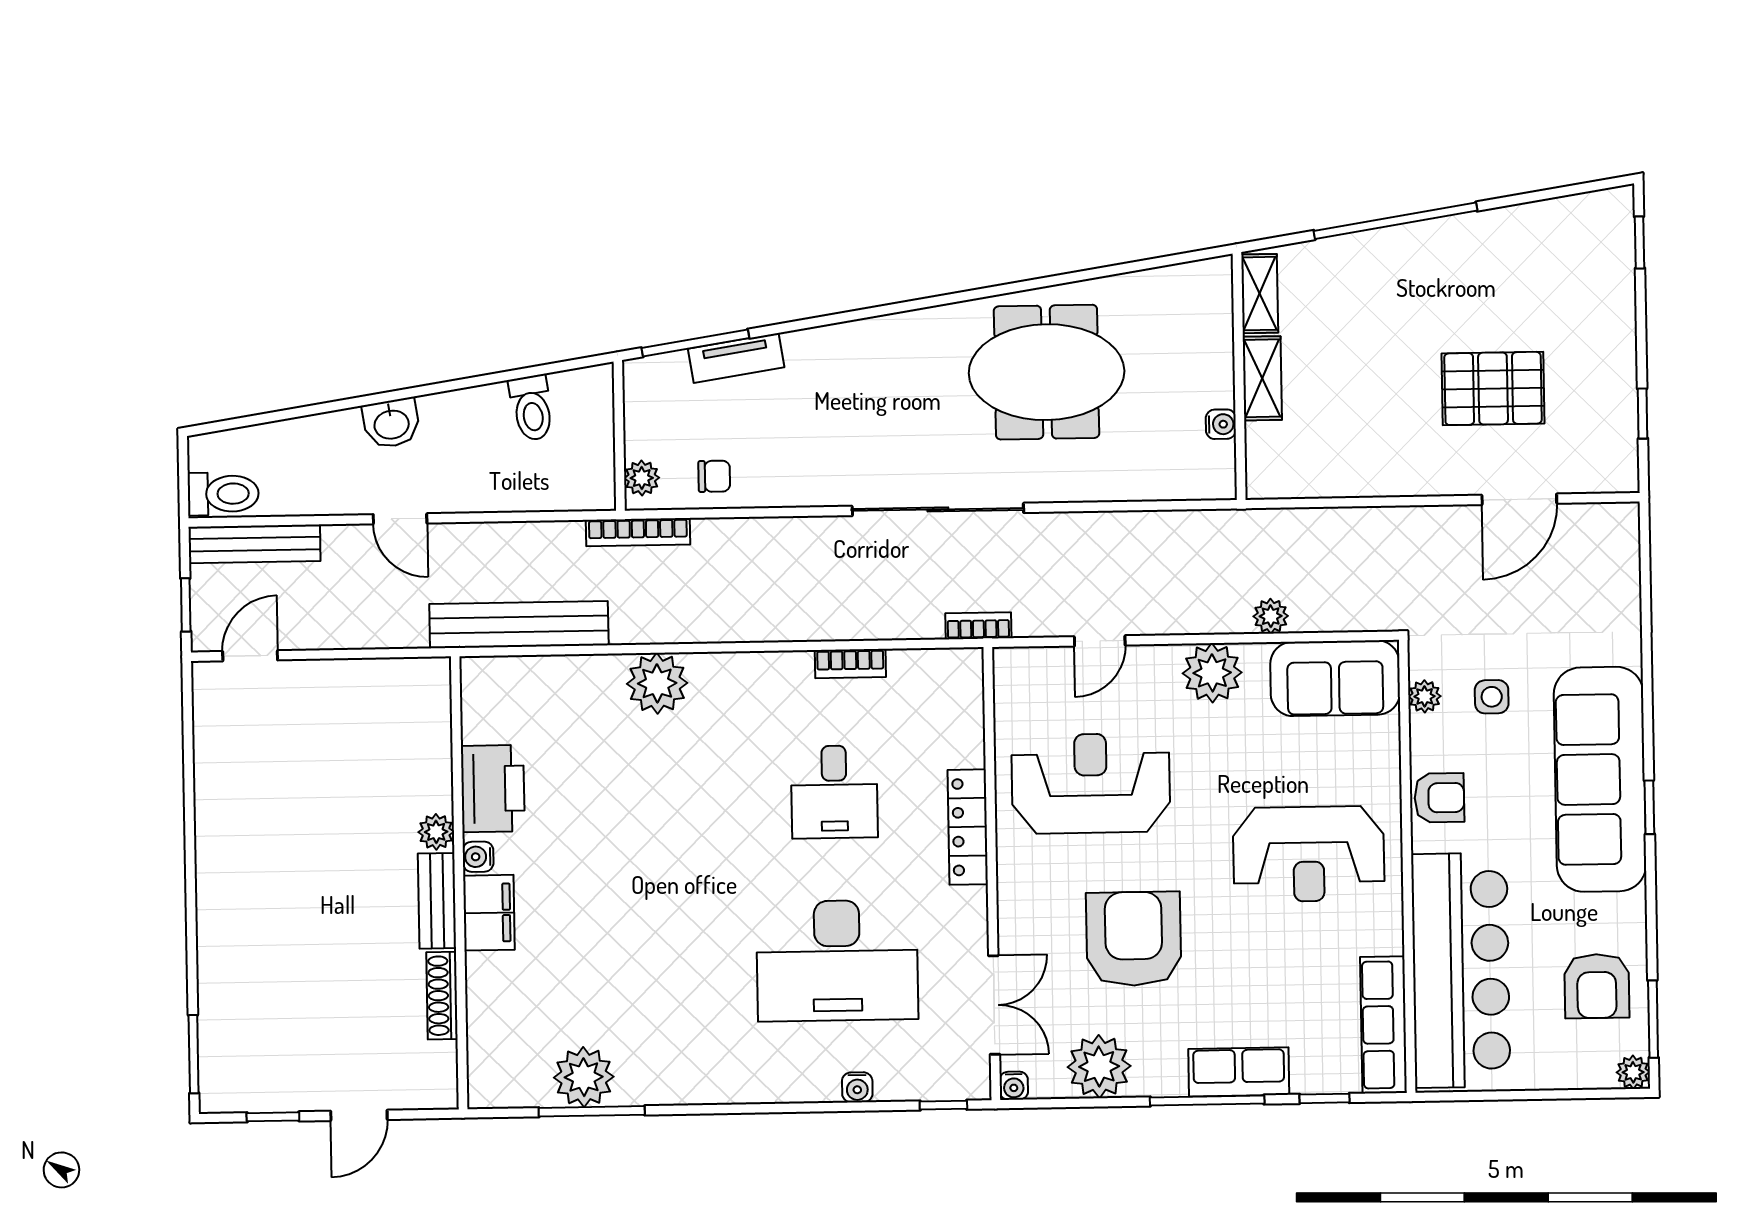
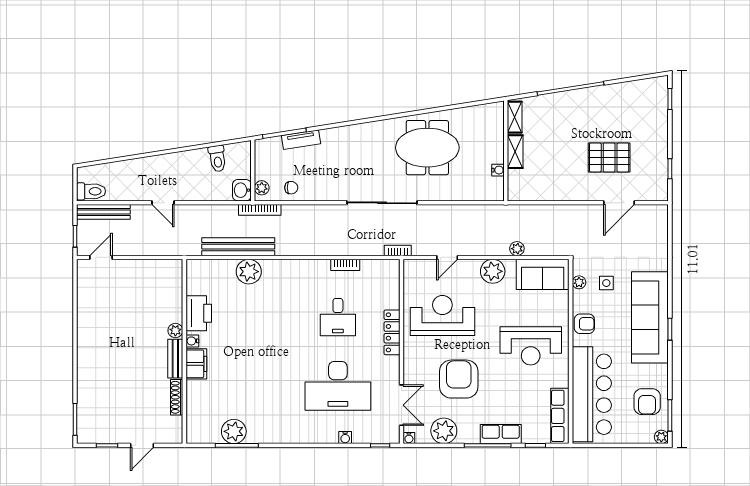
washbasin: (391, 423) -> (242, 190), moved, turned 99
bench: (519, 625) -> (238, 247), moved
plant: (657, 683) -> (249, 272), moved

